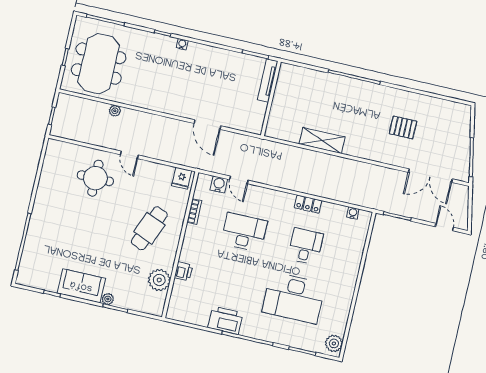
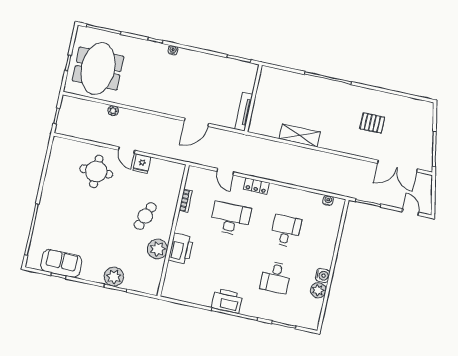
tv unit: (268, 80) -> (244, 112), moved
door: (207, 125) -> (197, 122), hinge flipped
fridge: (182, 178) -> (142, 164), moved
water cooler: (219, 184) -> (323, 275), moved, turned 90
locker: (308, 204) -> (256, 186), moved
cafe table: (149, 228) -> (145, 216), width x0.73, depth x0.74
printer: (183, 271) -> (181, 249), width x1.87, depth x1.48
plant: (159, 280) -> (158, 249), moved
sofa: (81, 286) -> (61, 263), moved
desk: (294, 298) -> (276, 277), width x0.53, depth x0.77
plant: (108, 299) -> (114, 277), width x1.88, depth x1.88
printer: (225, 320) -> (227, 301), moved
plant: (334, 343) -> (318, 290), moved

